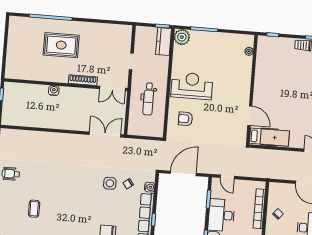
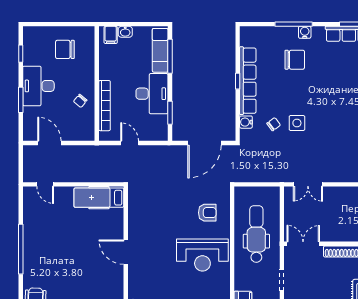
dental chair: (148, 99) -> (256, 234), width x1.36, depth x1.38
door: (250, 116) -> (126, 252), moved
double door: (105, 135) -> (308, 184), width x0.73
door: (227, 177) -> (130, 143), moved

